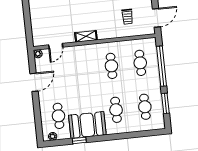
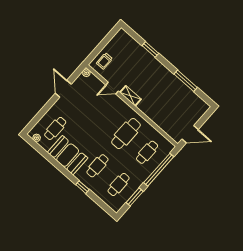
trolley: (127, 17) -> (104, 61), moved
door: (56, 46) -> (112, 88), moved
cafe table: (111, 66) -> (126, 134), width x1.37, depth x1.35
door: (34, 82) -> (63, 89), swing flipped
window: (79, 140) -> (82, 187), moved

